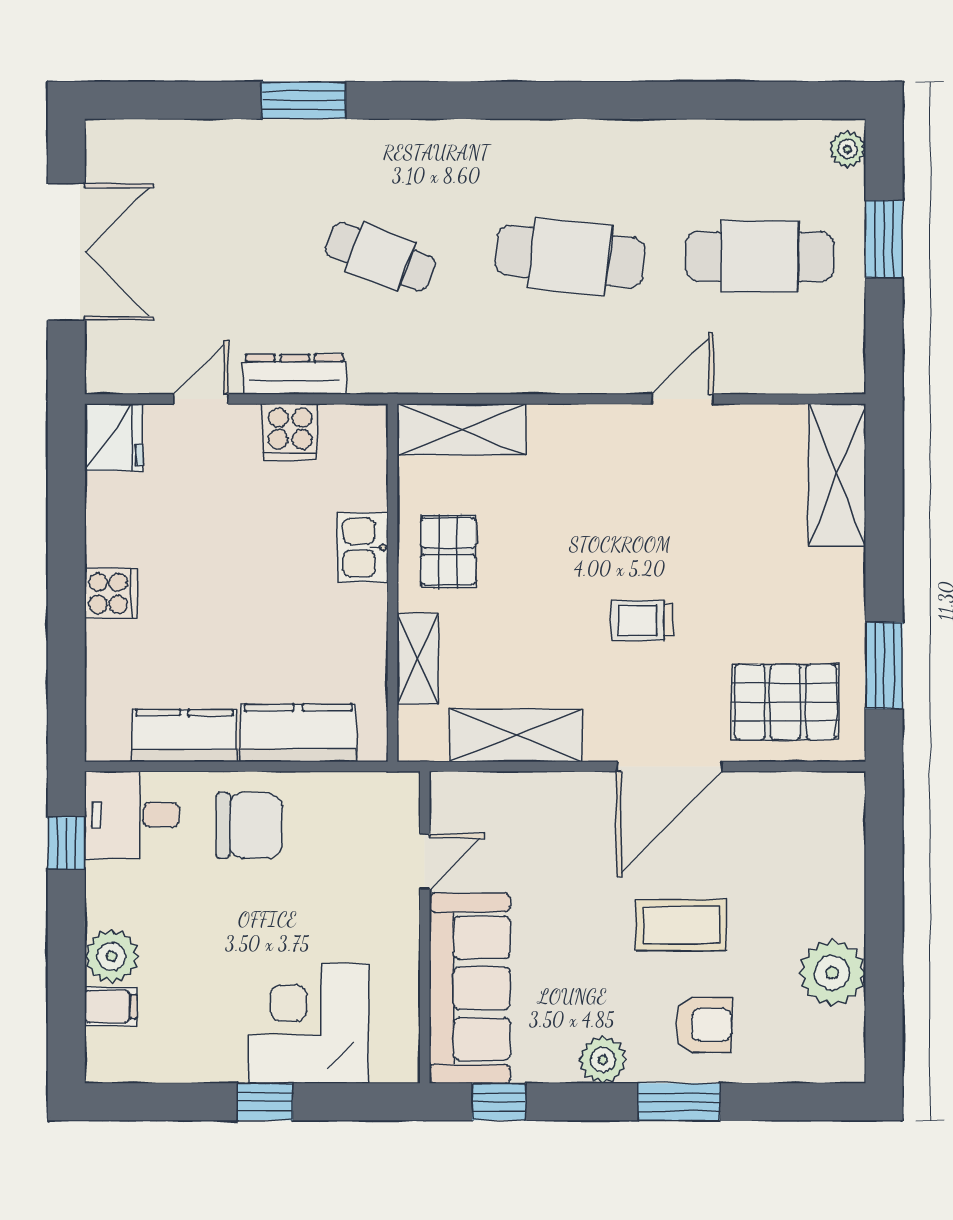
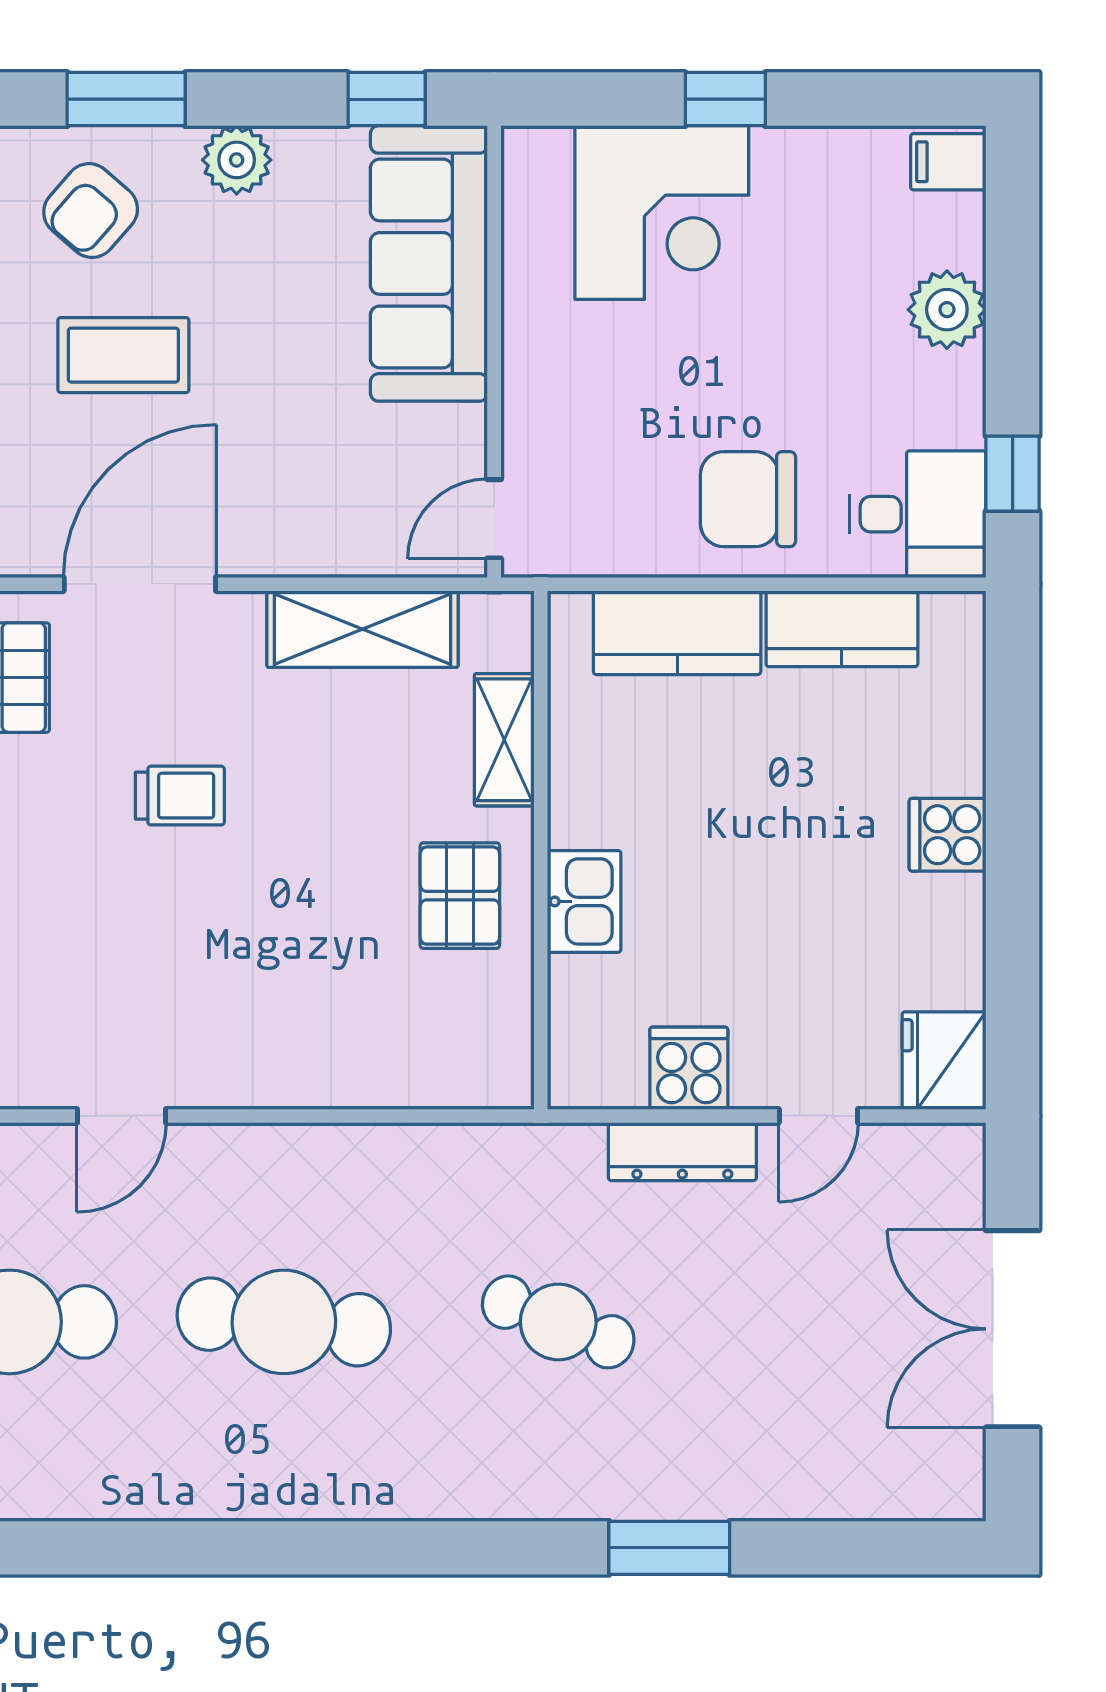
shelving: (462, 429) -> (440, 1072), removed
door: (425, 861) -> (494, 519), moved
filing cabinet: (111, 1006) -> (948, 162), moved
armchair: (704, 1025) -> (91, 211), turned -49

